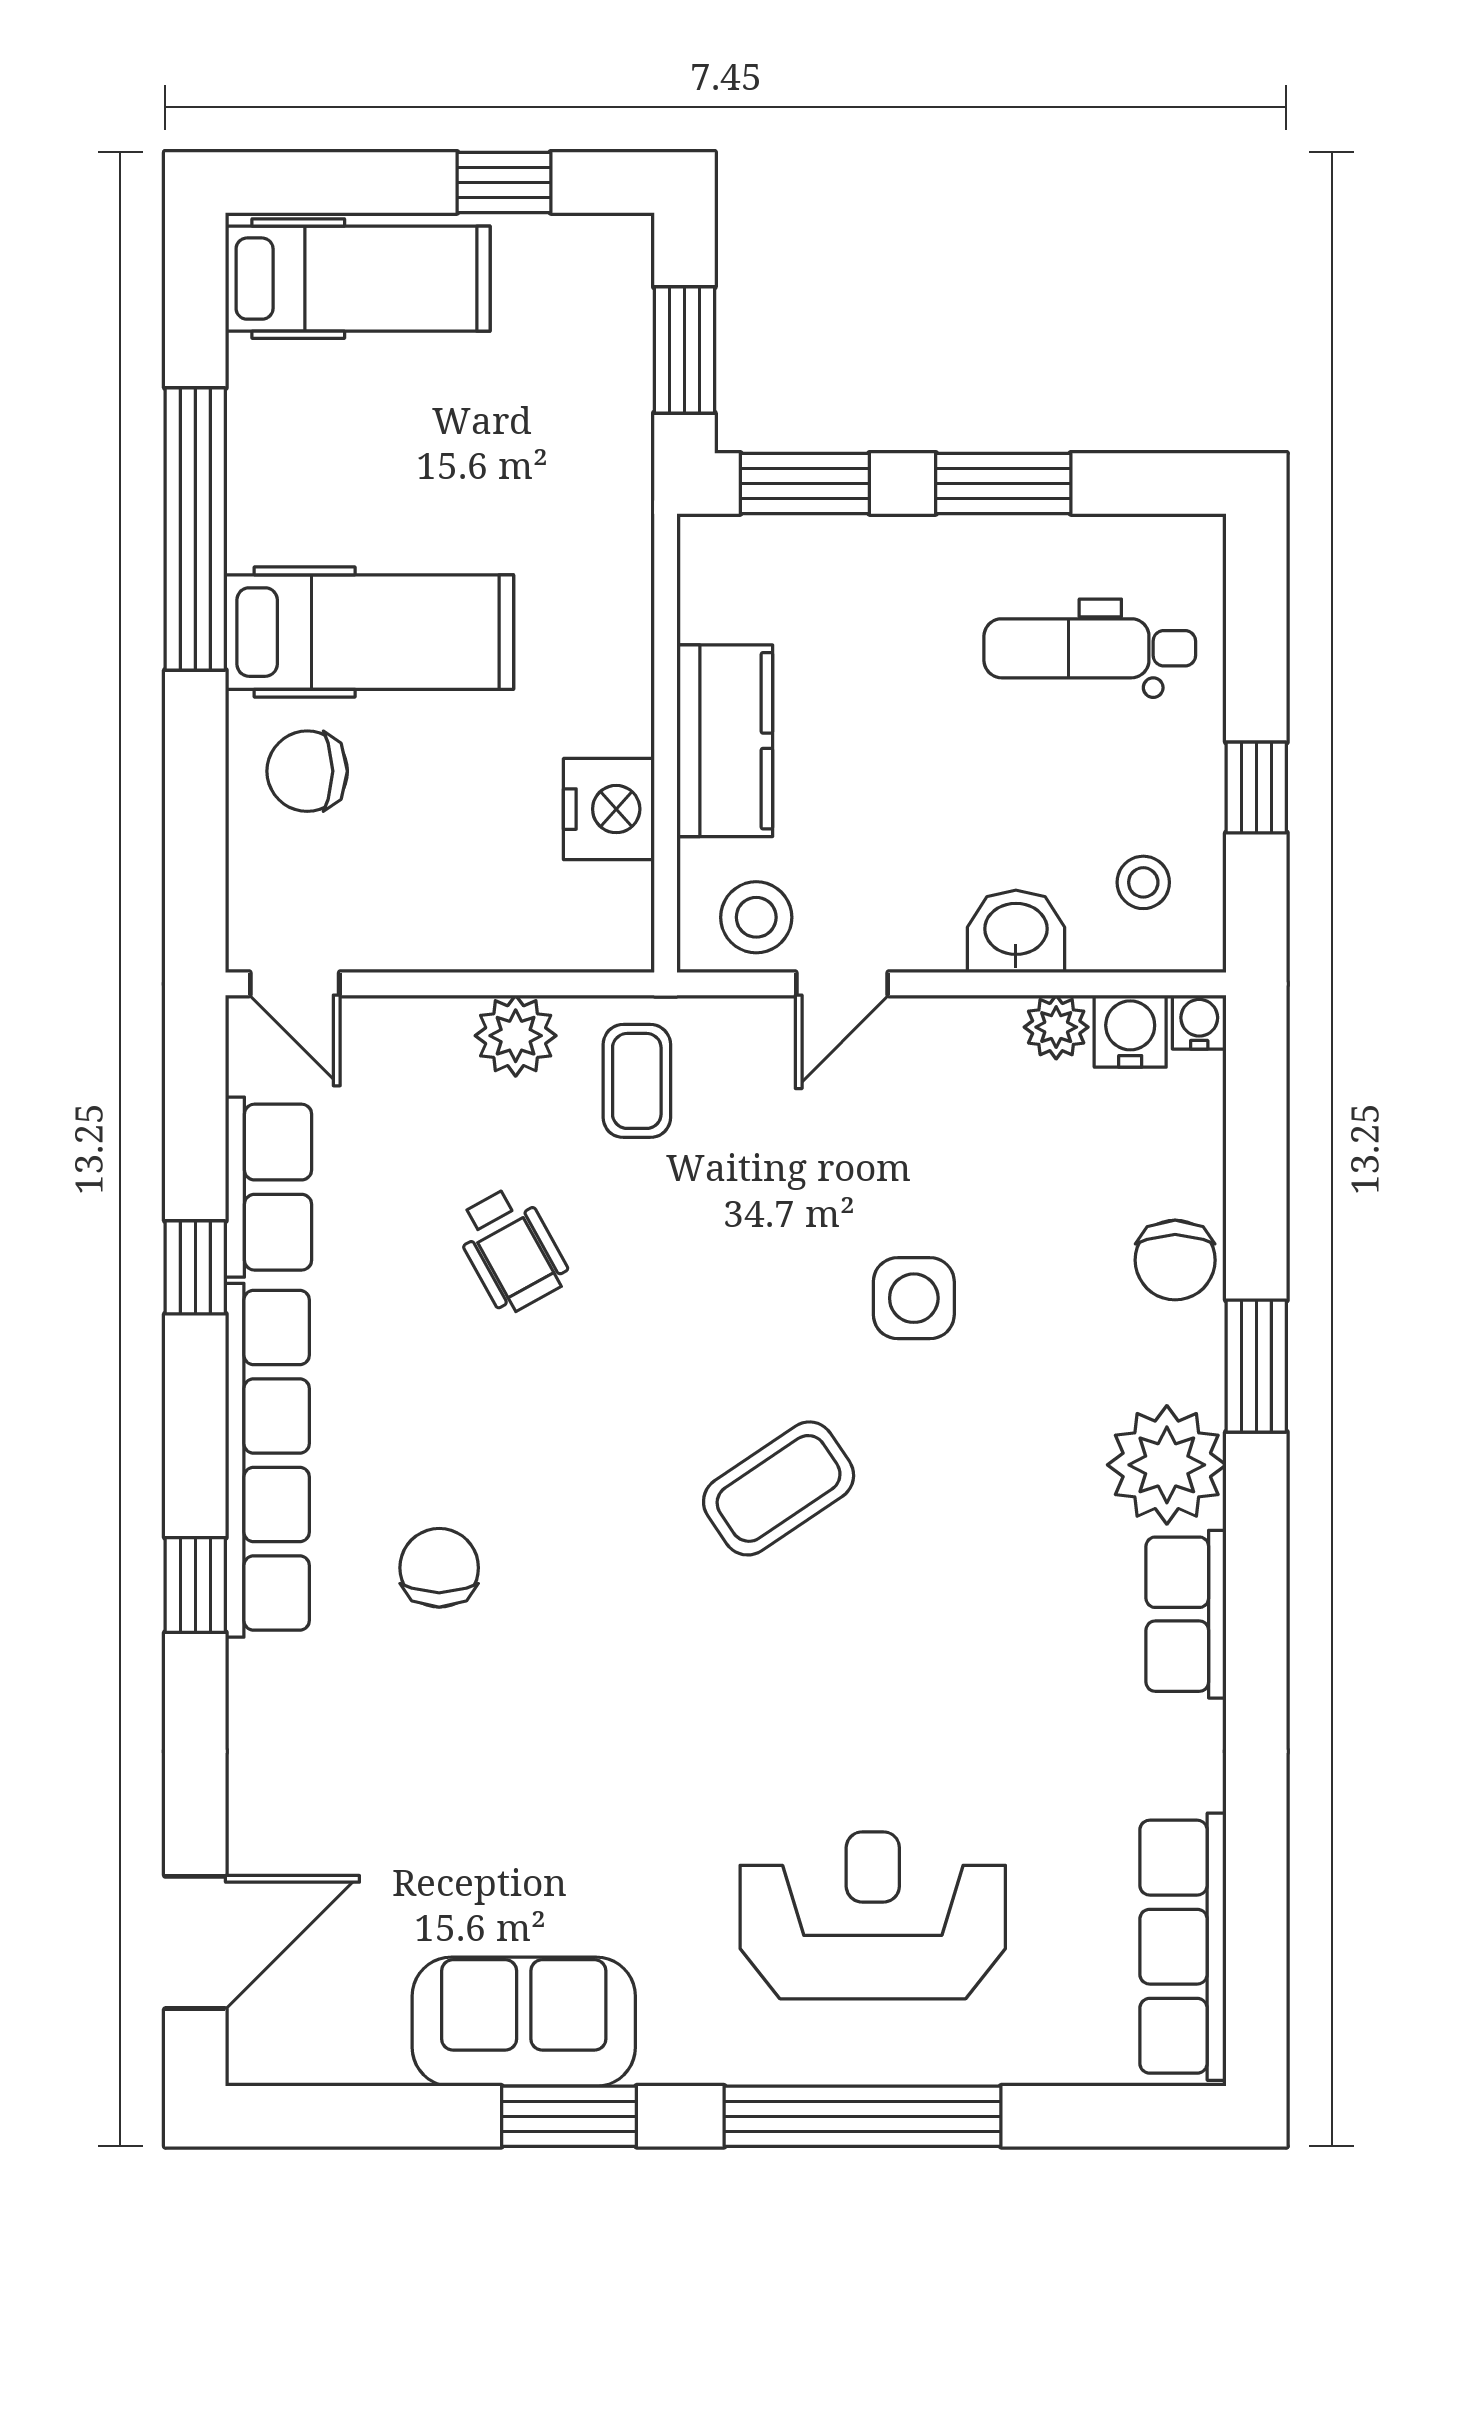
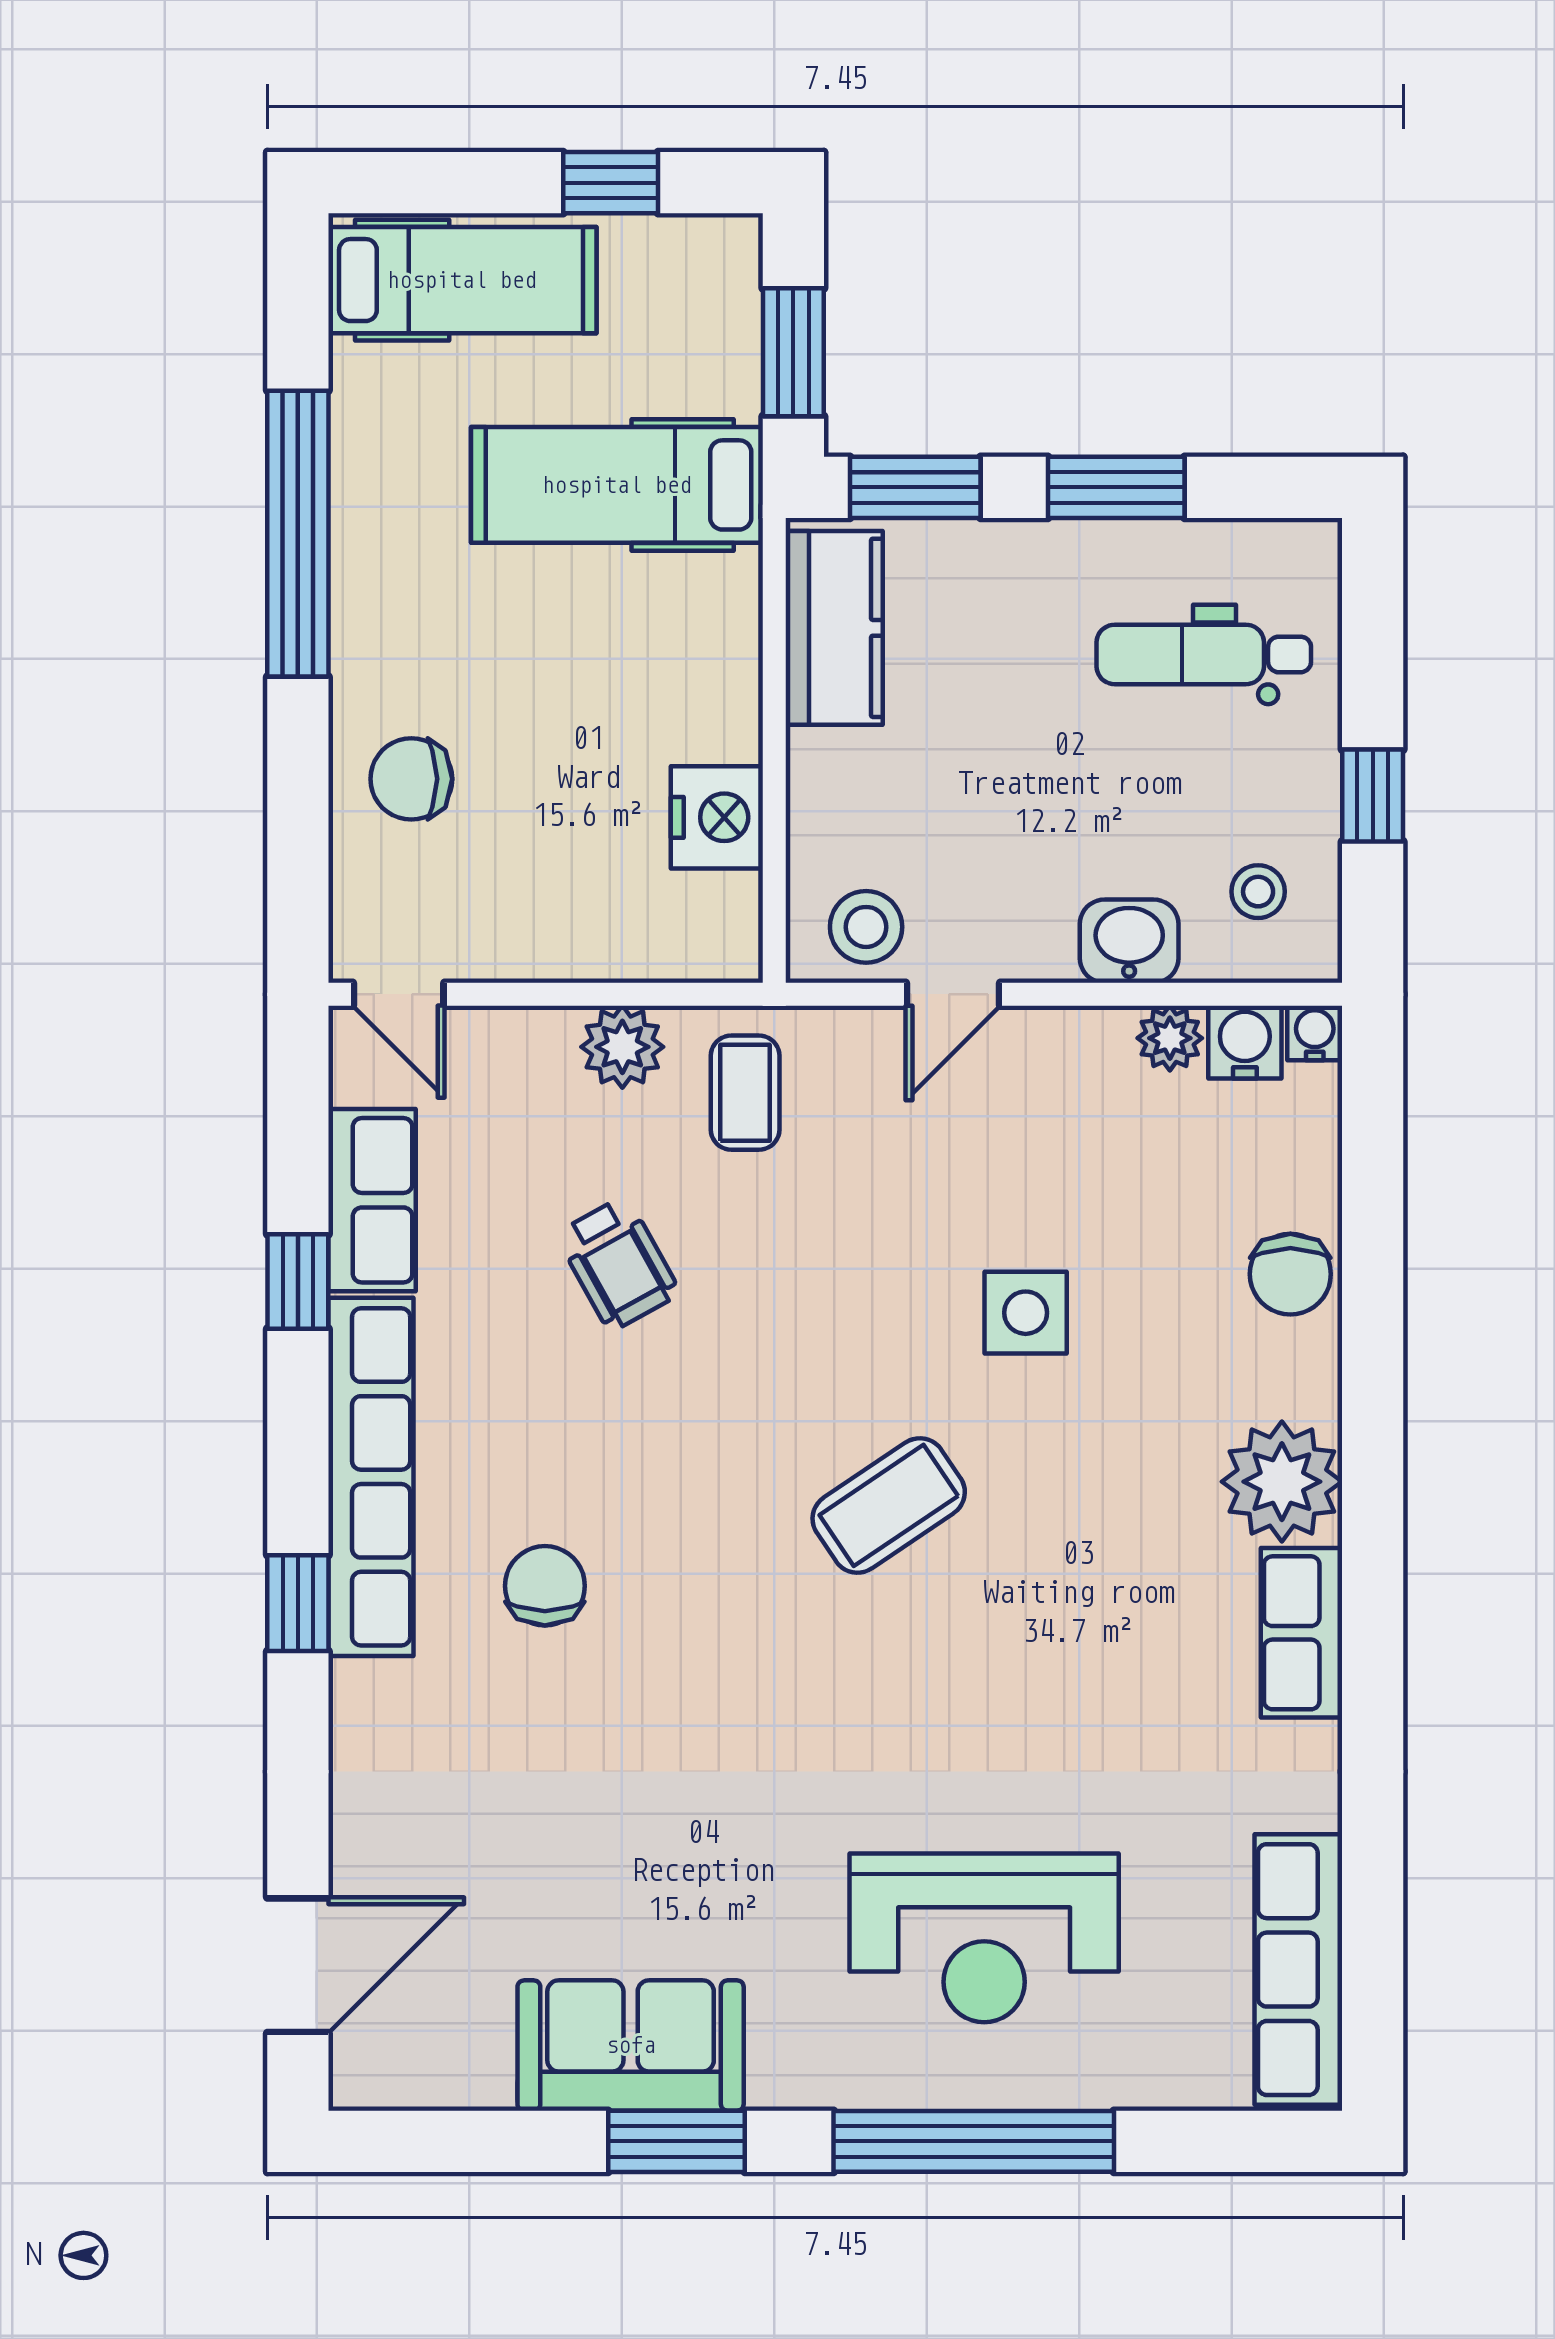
hospital bed: (369, 632) -> (617, 485), moved, turned 180
kitchen counter: (725, 741) -> (834, 628), moved
window: (1256, 1366) -> (1373, 1382), removed
reception desk: (873, 1915) -> (984, 1938), turned 180

